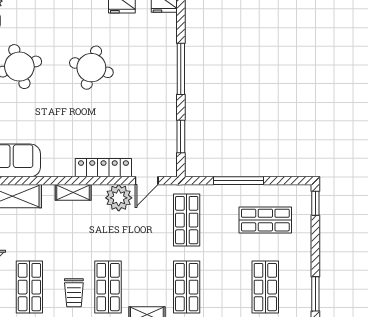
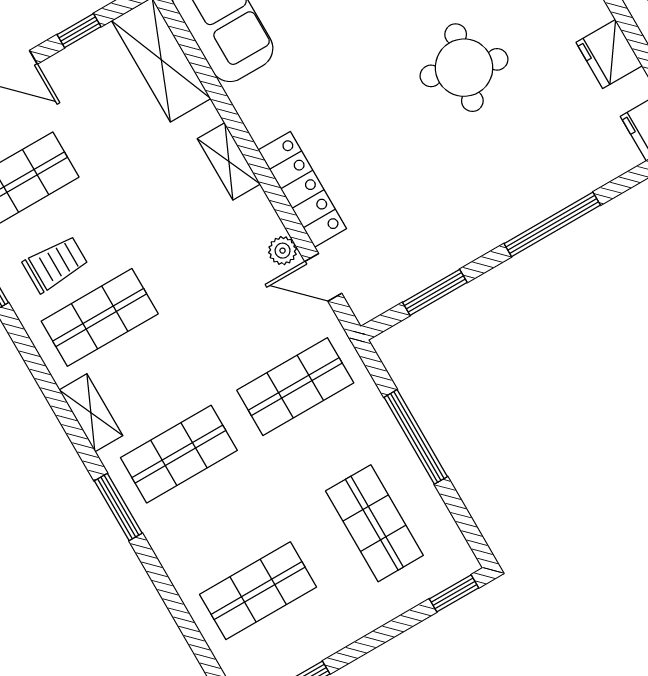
plant: (119, 198) -> (283, 251), width x0.53, depth x0.53
trolley: (74, 293) -> (55, 264), turned 180

